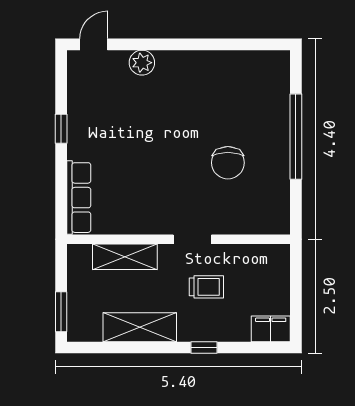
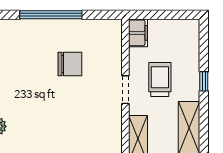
trolley: (206, 287) -> (160, 80), width x1.36, depth x1.39
filing cabinet: (271, 329) -> (138, 33), moved, turned 180

